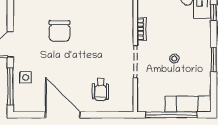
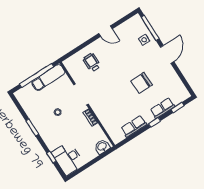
chair: (59, 31) -> (142, 83), turned -91
exam couch: (188, 104) -> (48, 77), moved
door: (63, 115) -> (106, 31), width x0.53

